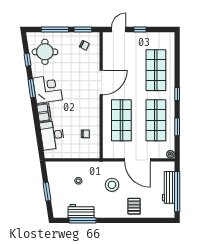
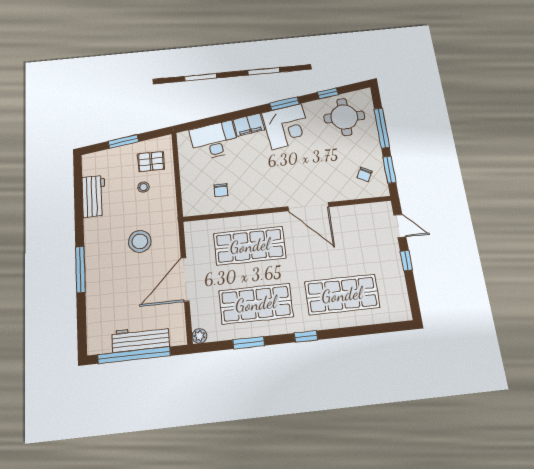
pallet: (134, 206) -> (151, 161), moved
window: (83, 220) -> (80, 269), moved

